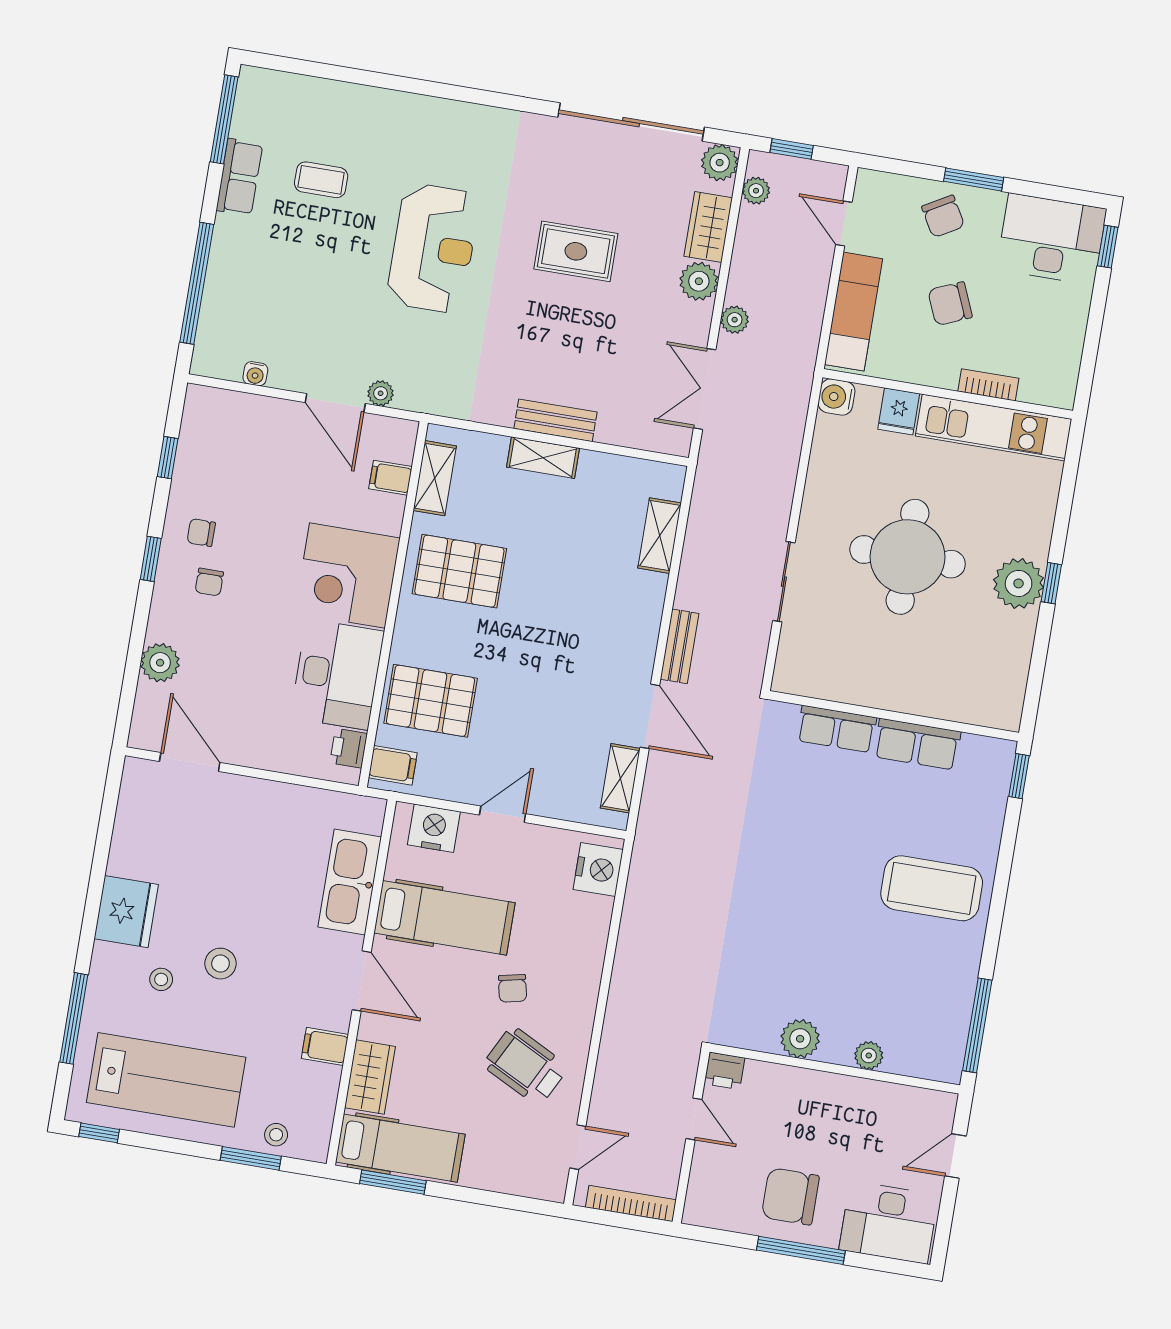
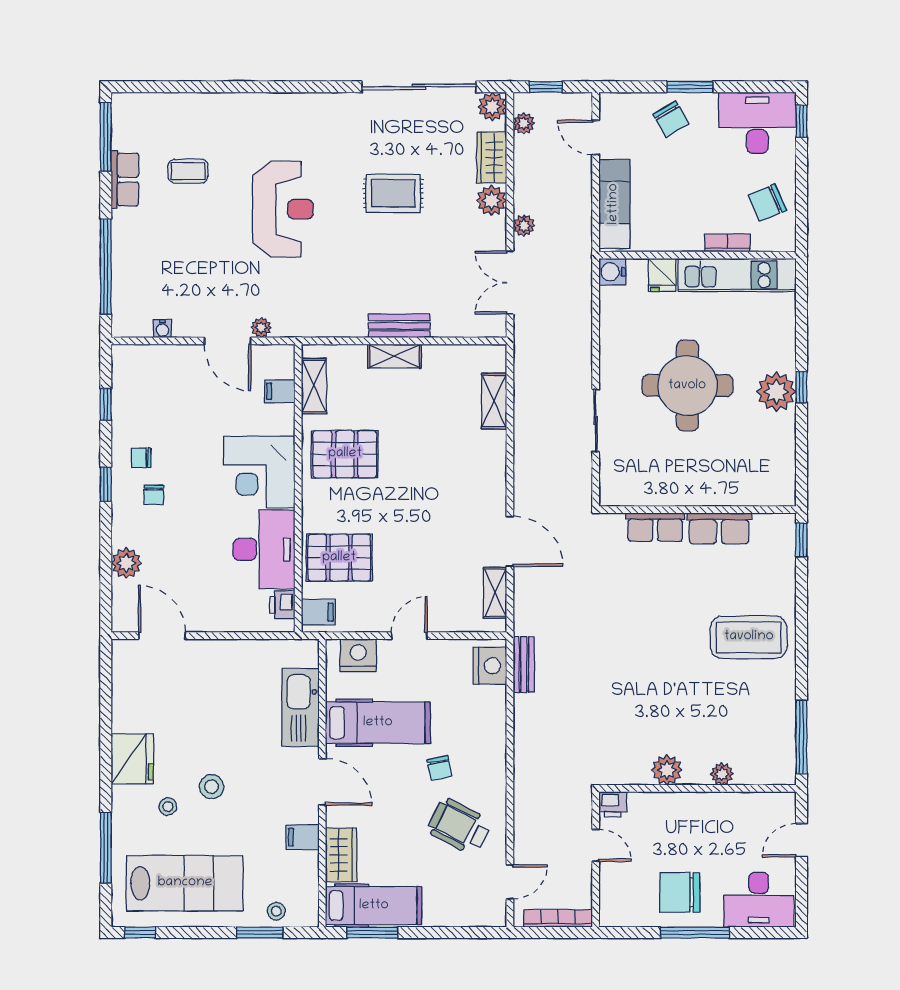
chair: (950, 304) -> (767, 203), moved
bench: (680, 646) -> (524, 664), moved

